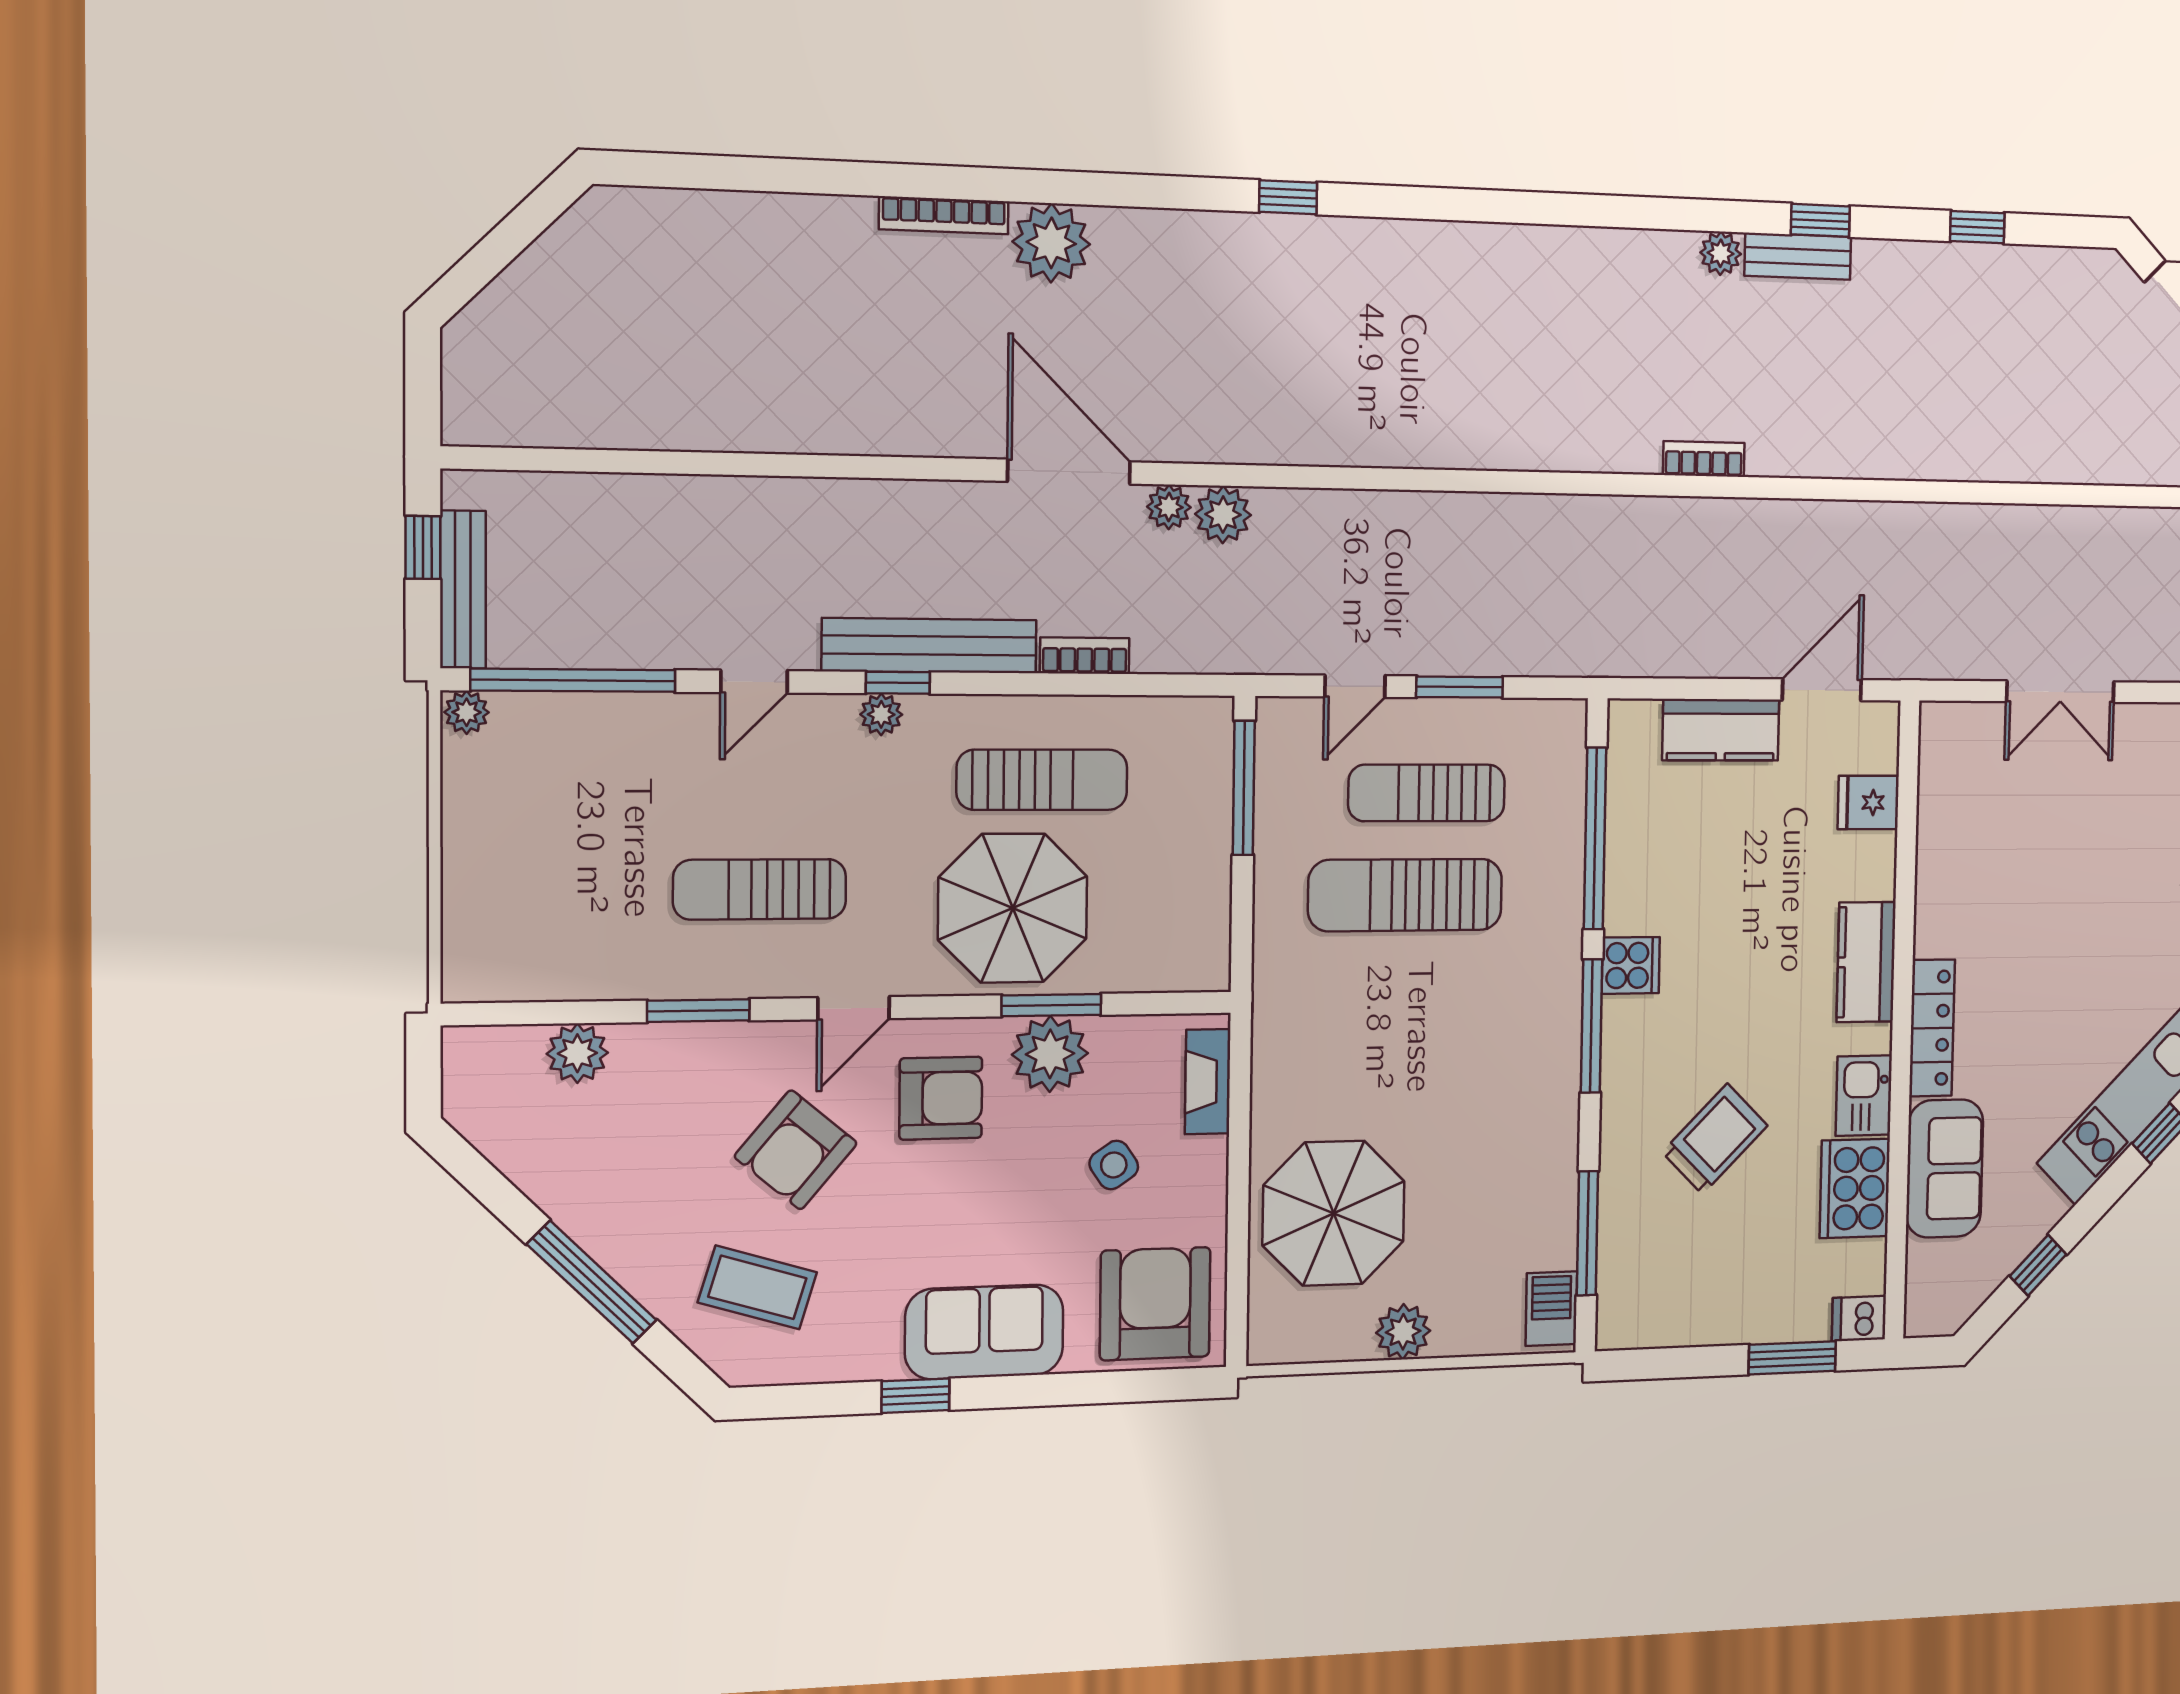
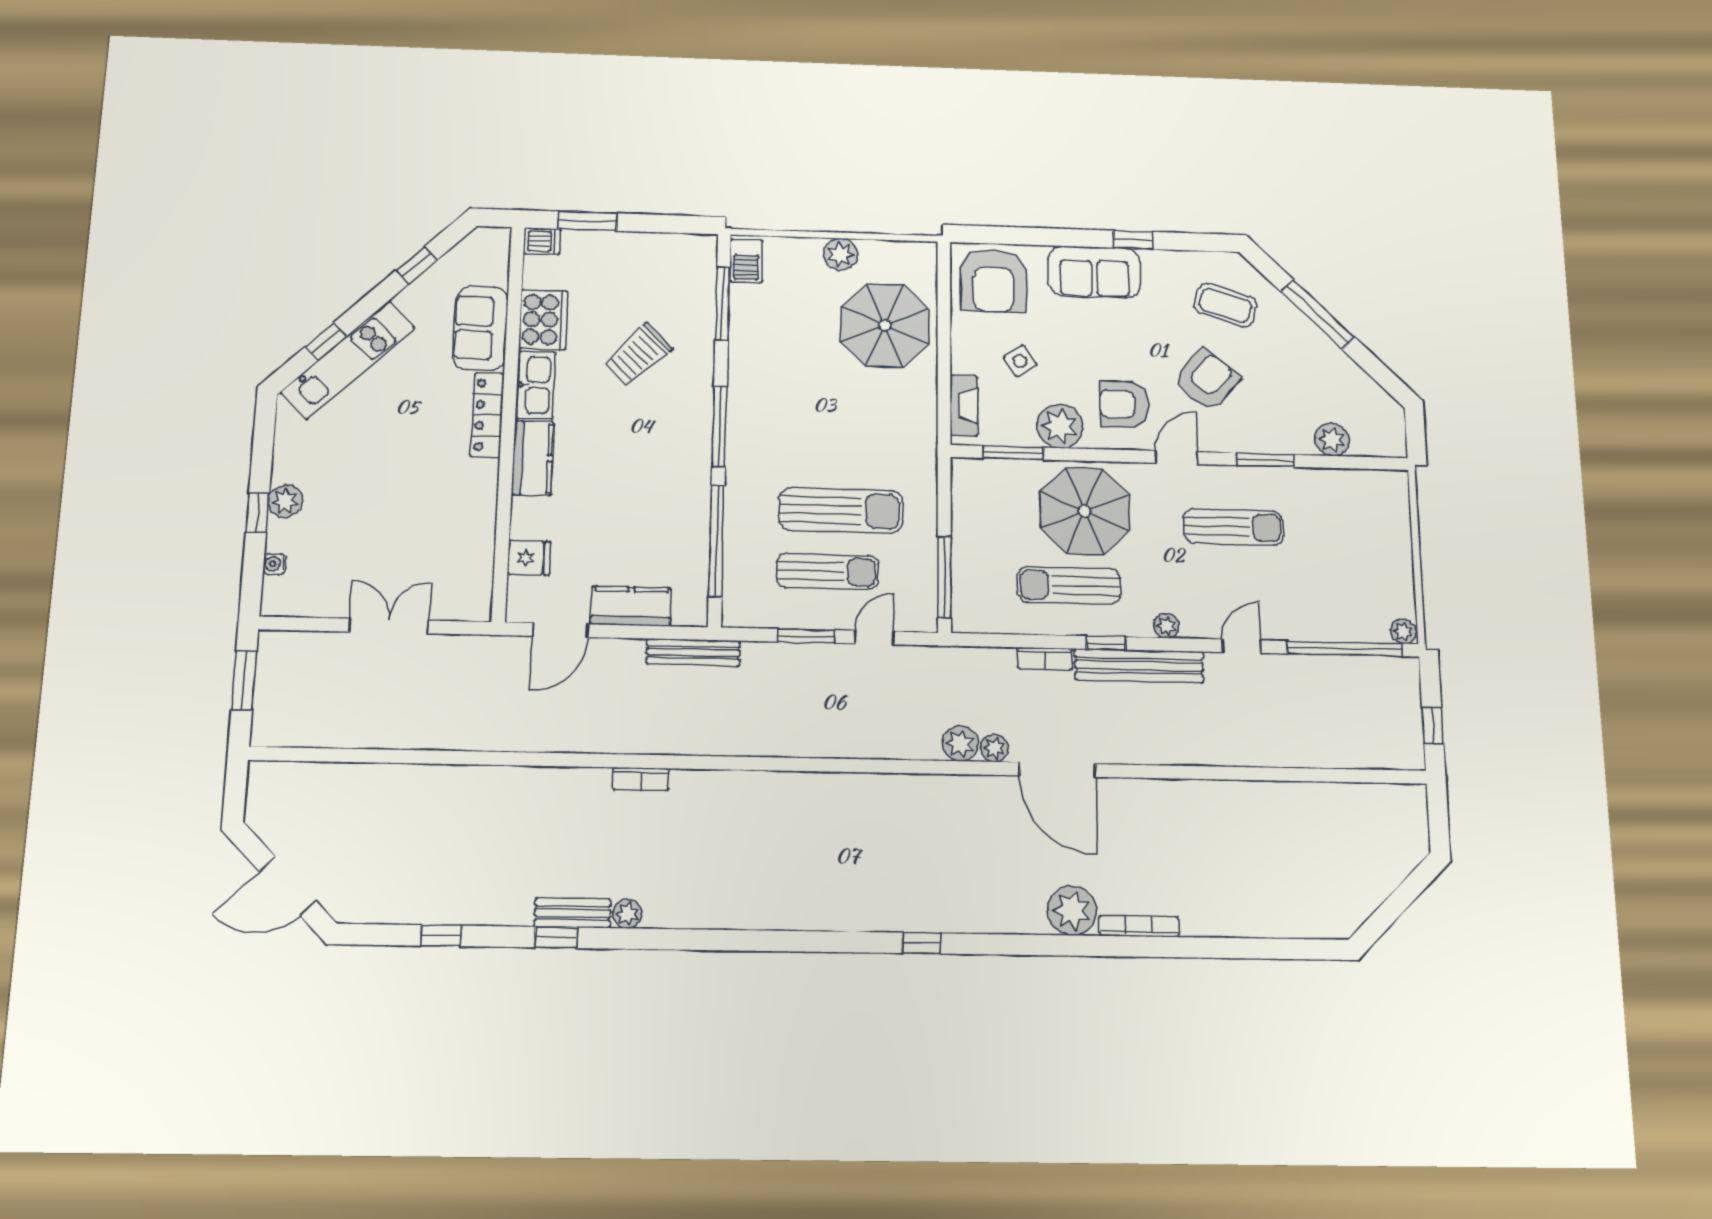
bench: (463, 590) -> (693, 652), moved, turned 90
window: (898, 683) -> (1106, 643), moved
cooker: (1631, 965) -> (693, 462), removed
window: (1051, 1005) -> (1013, 453), moved
kitchen sink: (1864, 1096) -> (535, 385), width x1.38

